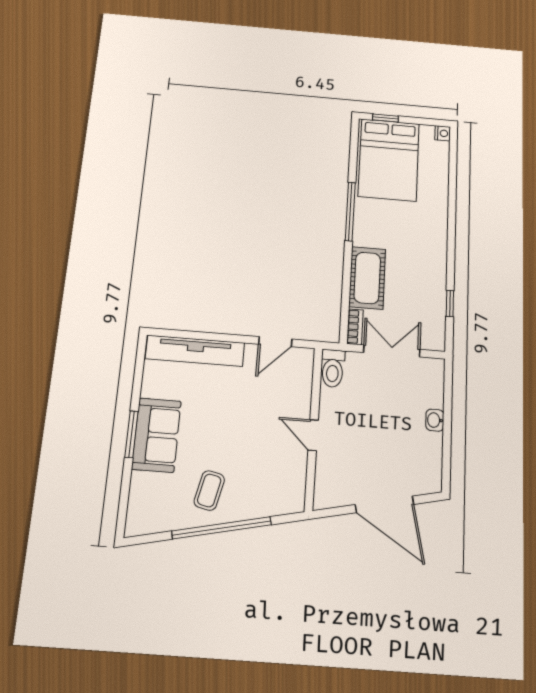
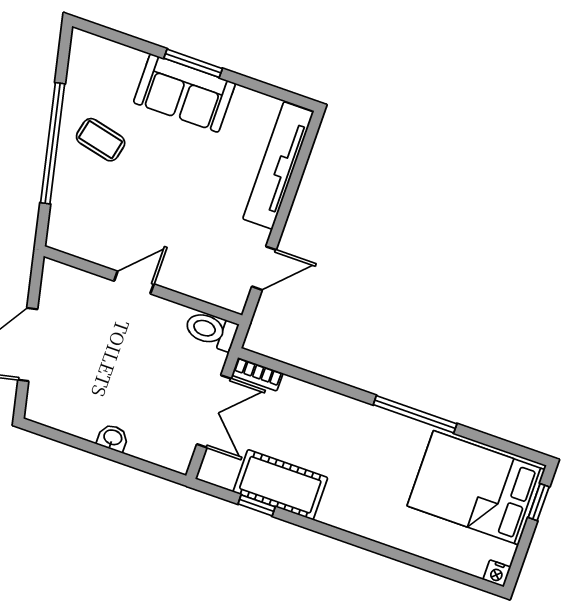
cot: (367, 278) -> (280, 485), moved
door: (275, 342) -> (264, 268), swing flipped

